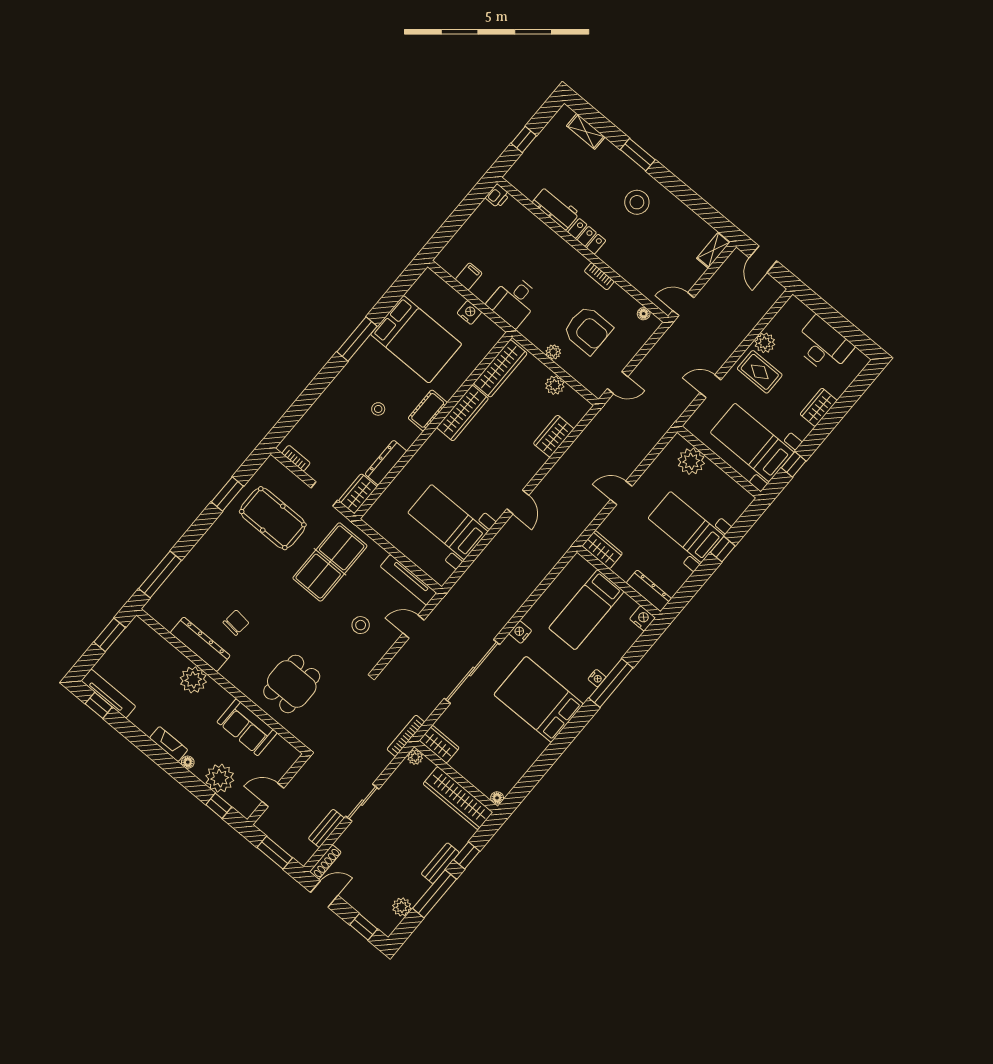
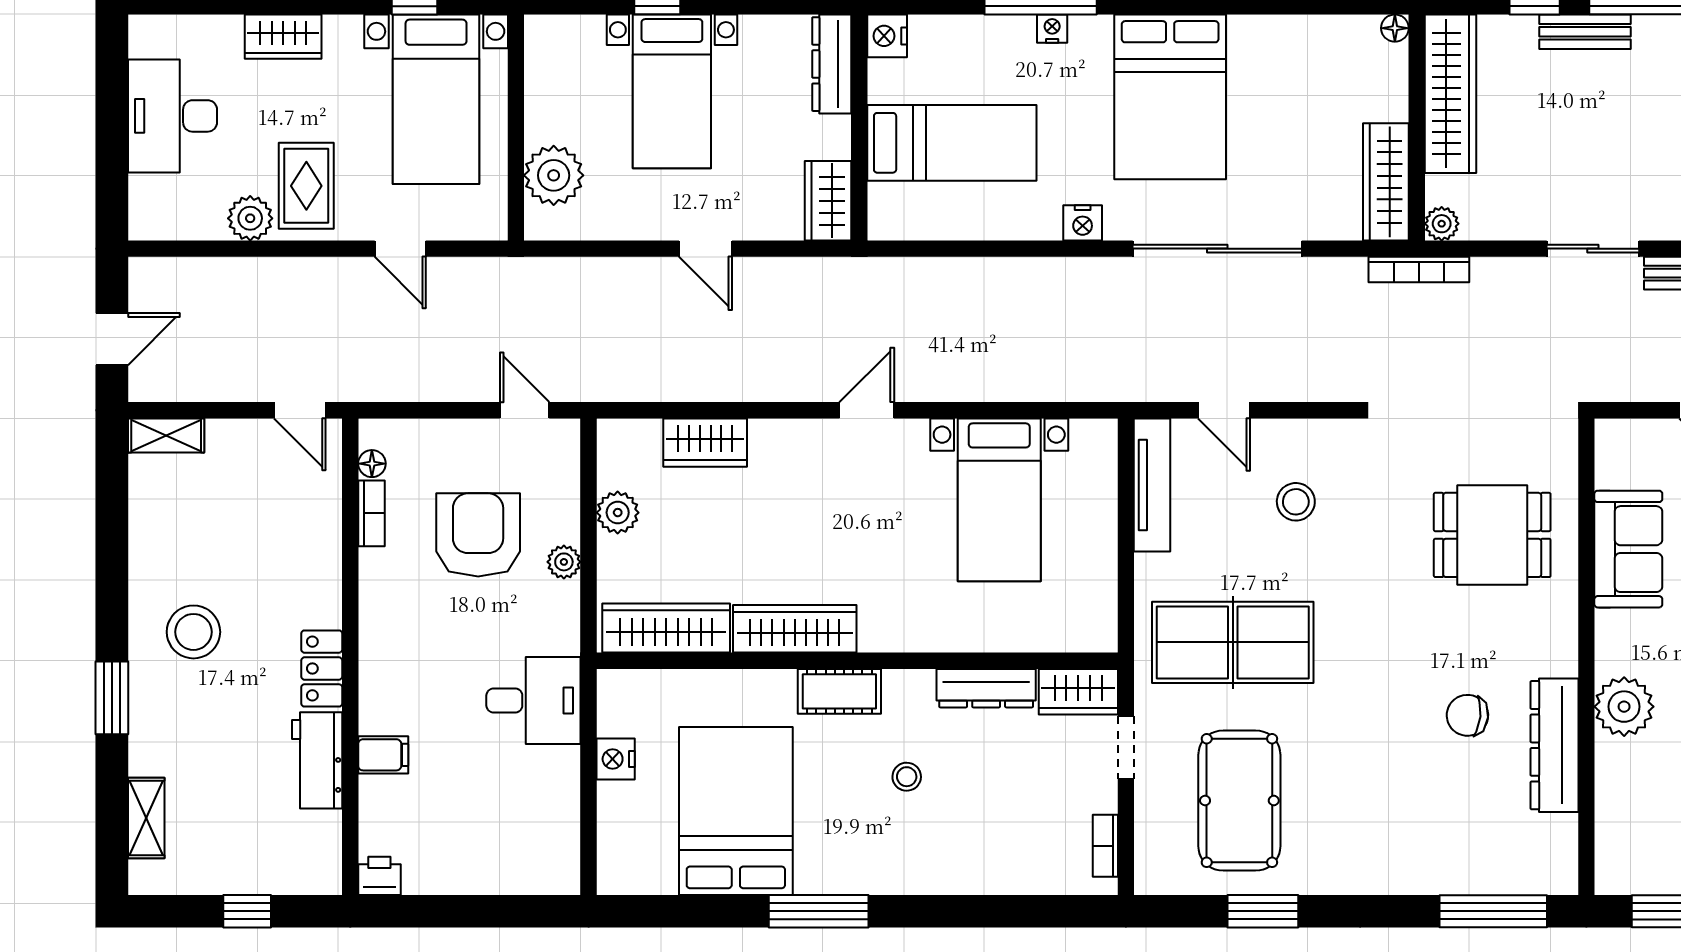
filing cabinet: (469, 276) -> (383, 755), moved, turned 180
bookcase: (599, 276) -> (371, 513), moved
wardrobe: (439, 744) -> (1386, 182), width x1.50

